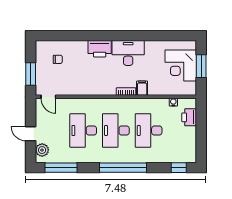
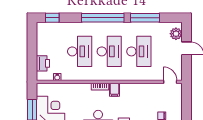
window: (31, 74) -> (186, 103), removed
filing cabinet: (142, 88) -> (114, 90), moved
window: (61, 168) -> (145, 18), moved

